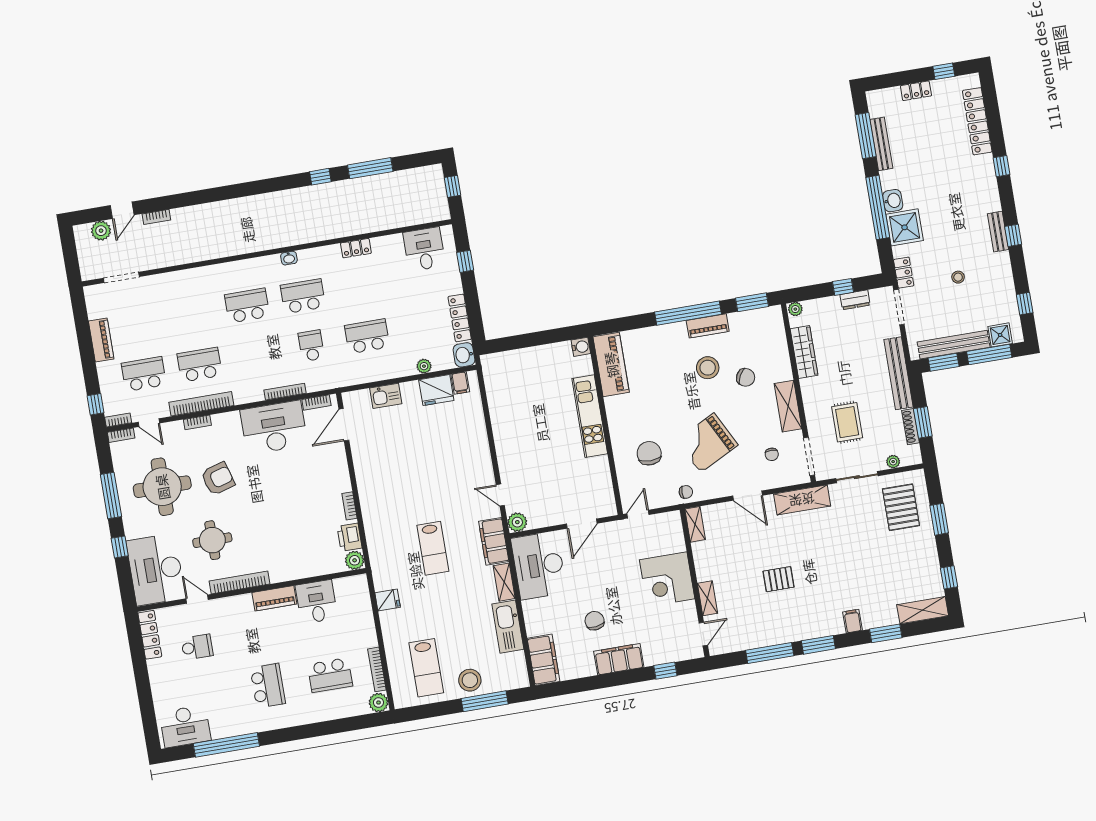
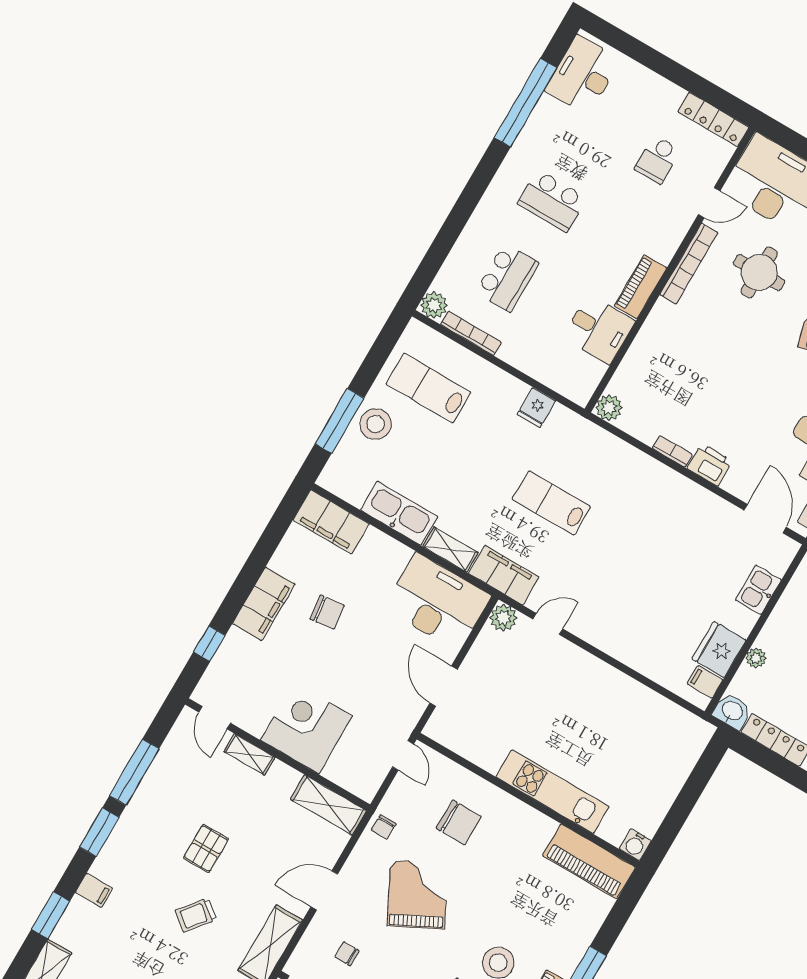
shelving: (695, 524) -> (328, 805), width x1.50, depth x1.33
printer: (350, 537) -> (710, 465), moved
trolley: (819, 554) -> (196, 915), added
school desk: (330, 675) -> (507, 278), turned 180

